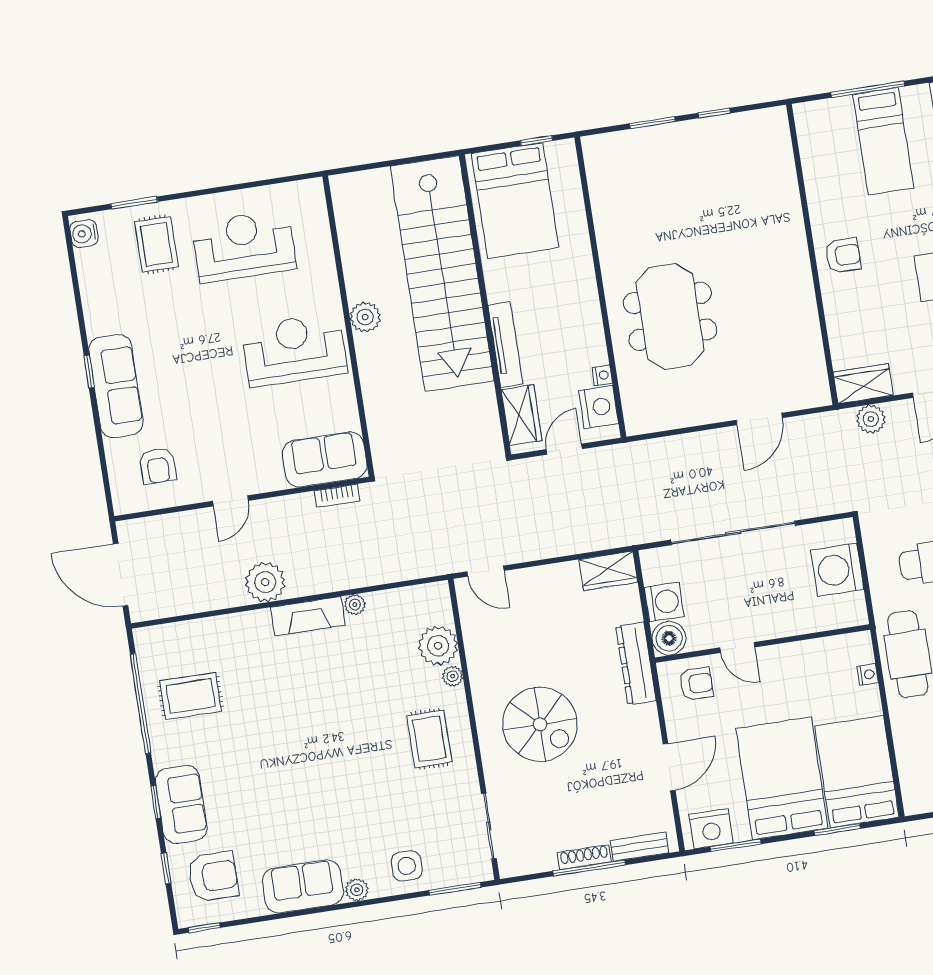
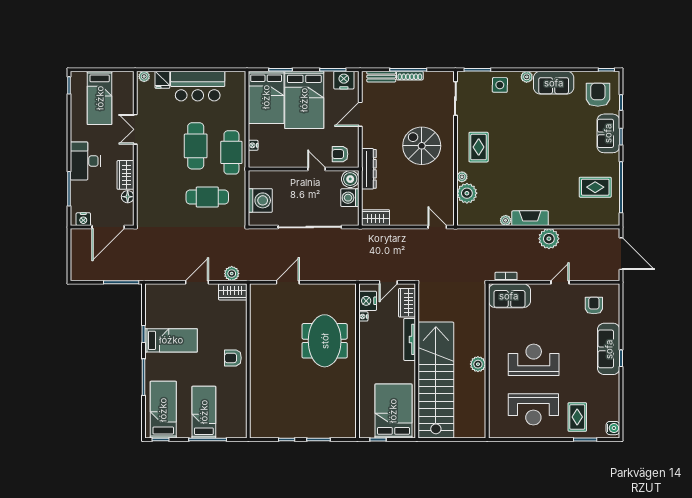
reception desk: (294, 350) -> (534, 360), moved, turned 180
armchair: (213, 876) -> (598, 95), turned 90

